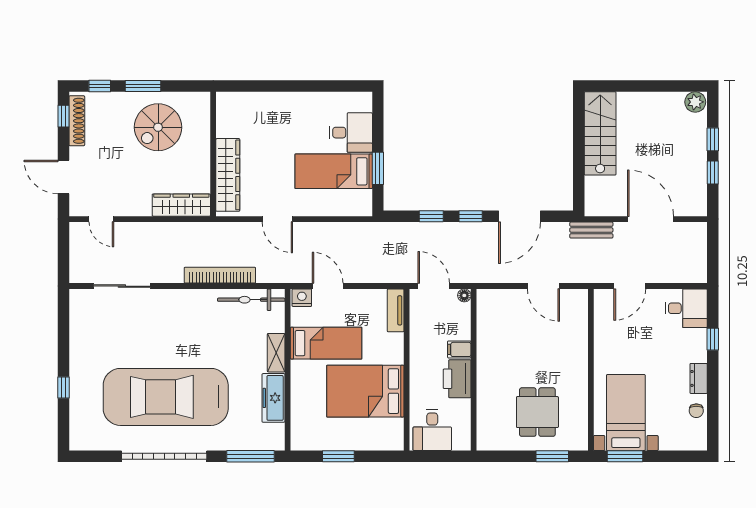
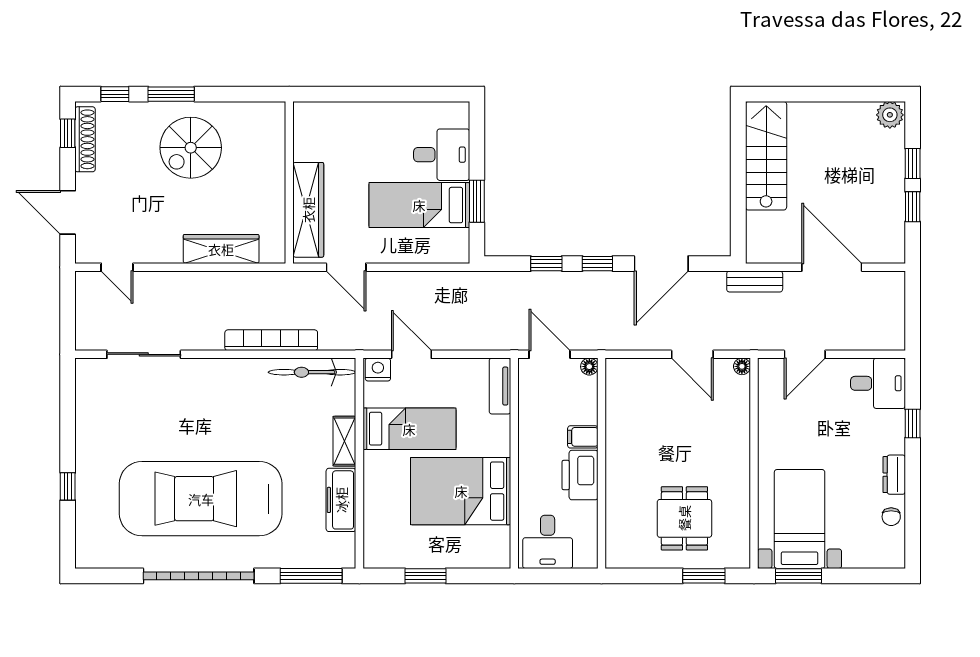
wall: (213, 154) -> (289, 182), moved
wardrobe: (228, 175) -> (308, 210), moved
floor lamp: (582, 295) -> (742, 366), added

